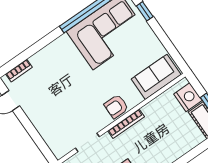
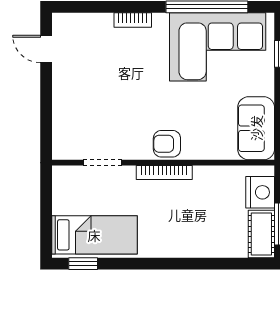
bookcase: (19, 71) -> (133, 20), moved
sofa: (156, 77) -> (256, 128), moved, turned -90

